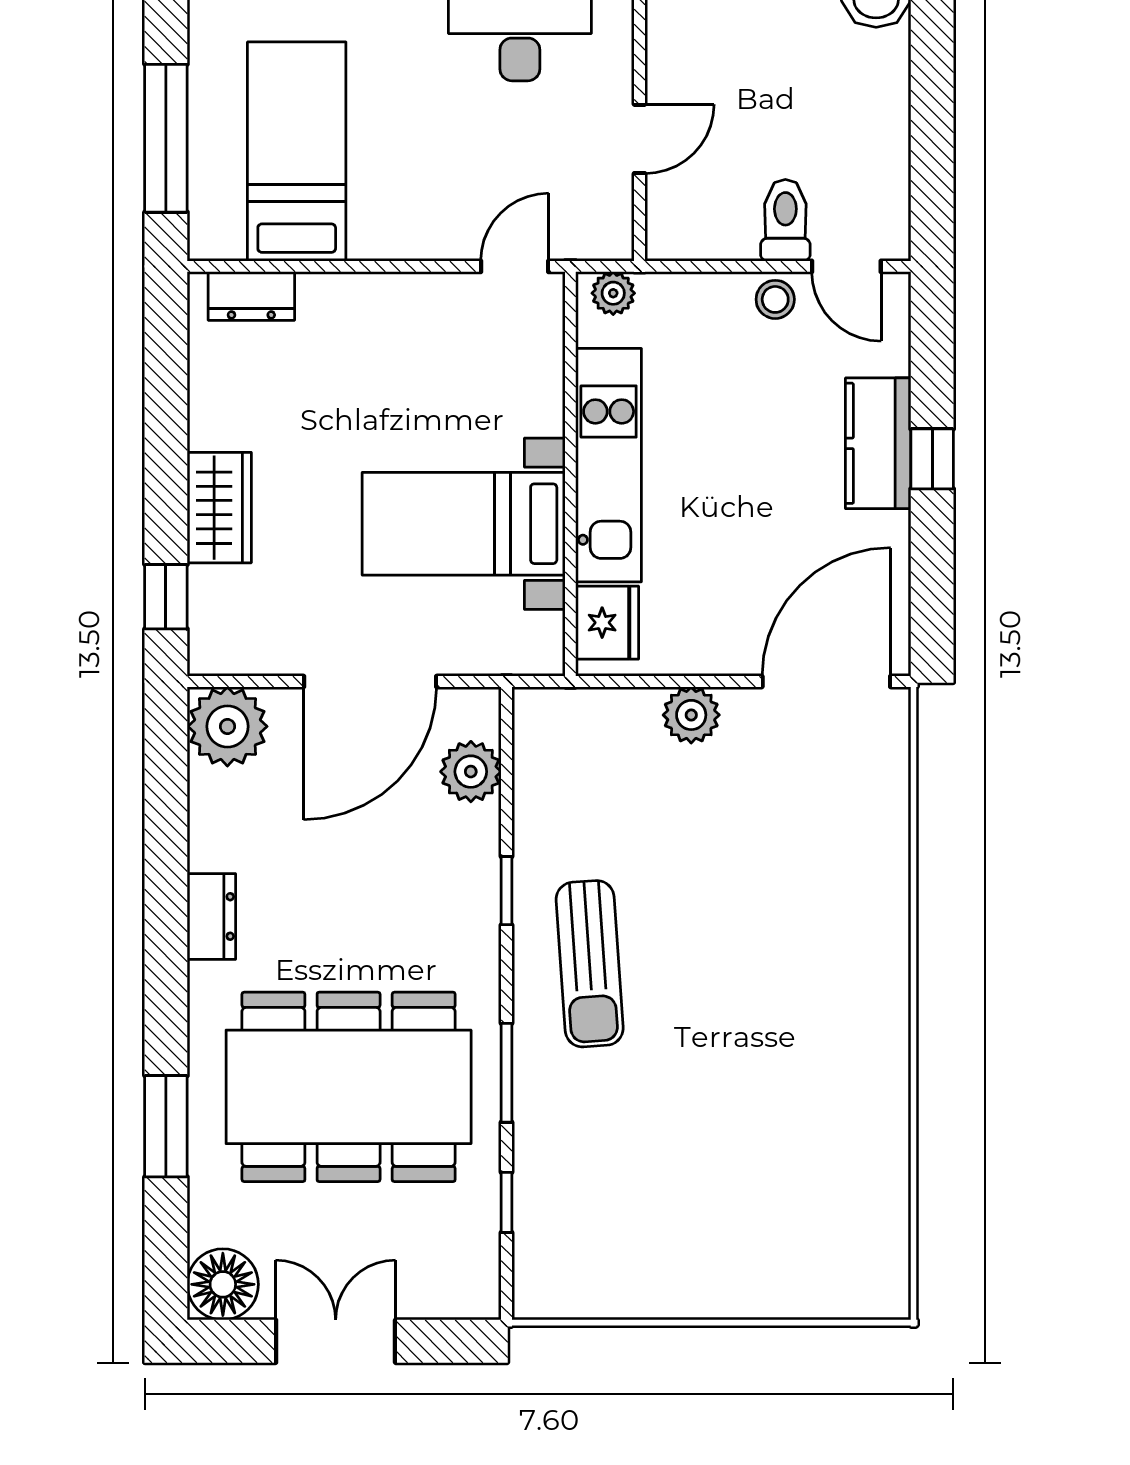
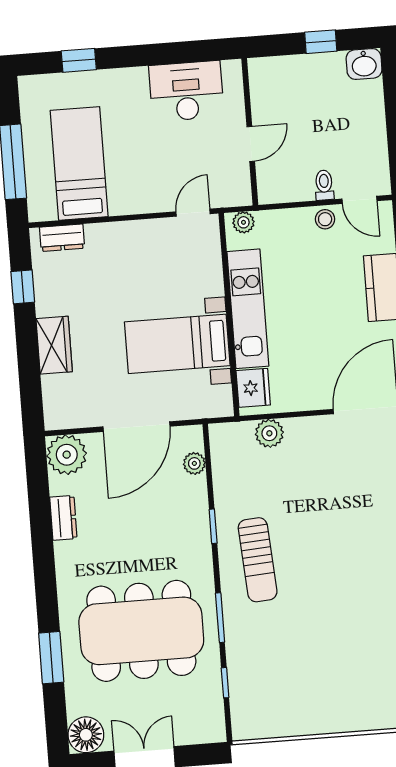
toilet: (785, 220) -> (324, 185), width x0.73, depth x0.72
window: (166, 597) -> (23, 287), moved
plant: (691, 715) -> (269, 433), moved
plant: (471, 772) -> (194, 463), width x0.73, depth x0.73
dresser: (211, 916) -> (63, 518), moved

